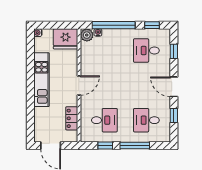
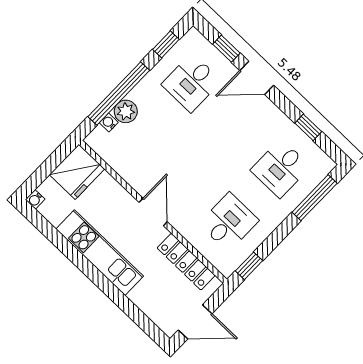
plant: (87, 35) -> (126, 111), moved
door: (174, 87) -> (257, 78), moved
locker: (72, 118) -> (186, 262), width x1.53
window: (105, 146) -> (249, 266), moved
window: (135, 146) -> (315, 198), moved

